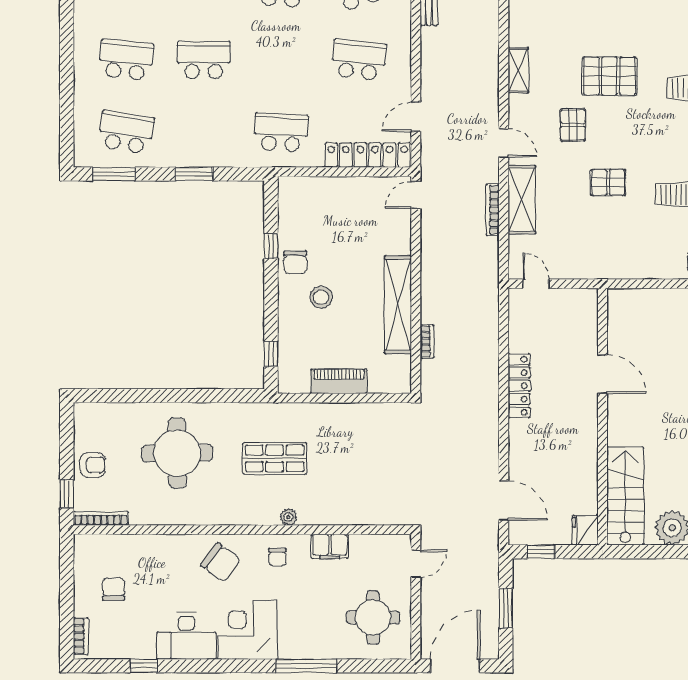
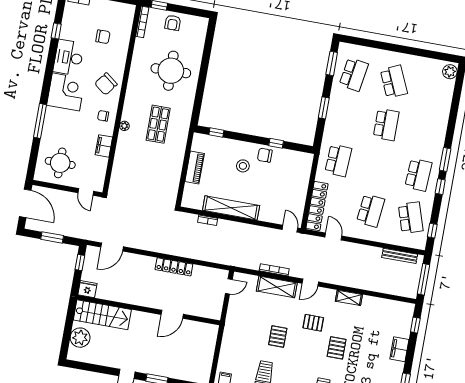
school desk: (126, 60) -> (394, 82), turned -30
pallet: (609, 76) -> (337, 348), width x0.67, depth x0.71
chair: (114, 589) -> (103, 37), moved

